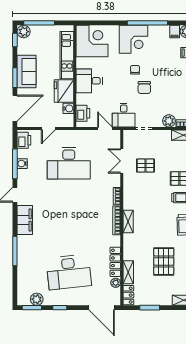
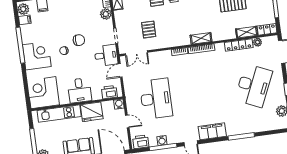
water cooler: (68, 108) -> (119, 104), moved
double door: (122, 161) -> (136, 53), moved
desk: (69, 272) -> (254, 86), turned 30

